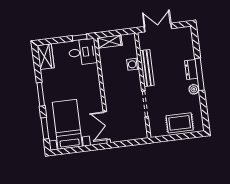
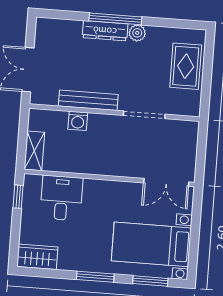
desk: (83, 52) -> (61, 198), moved
dresser: (191, 70) -> (105, 31), width x1.44

